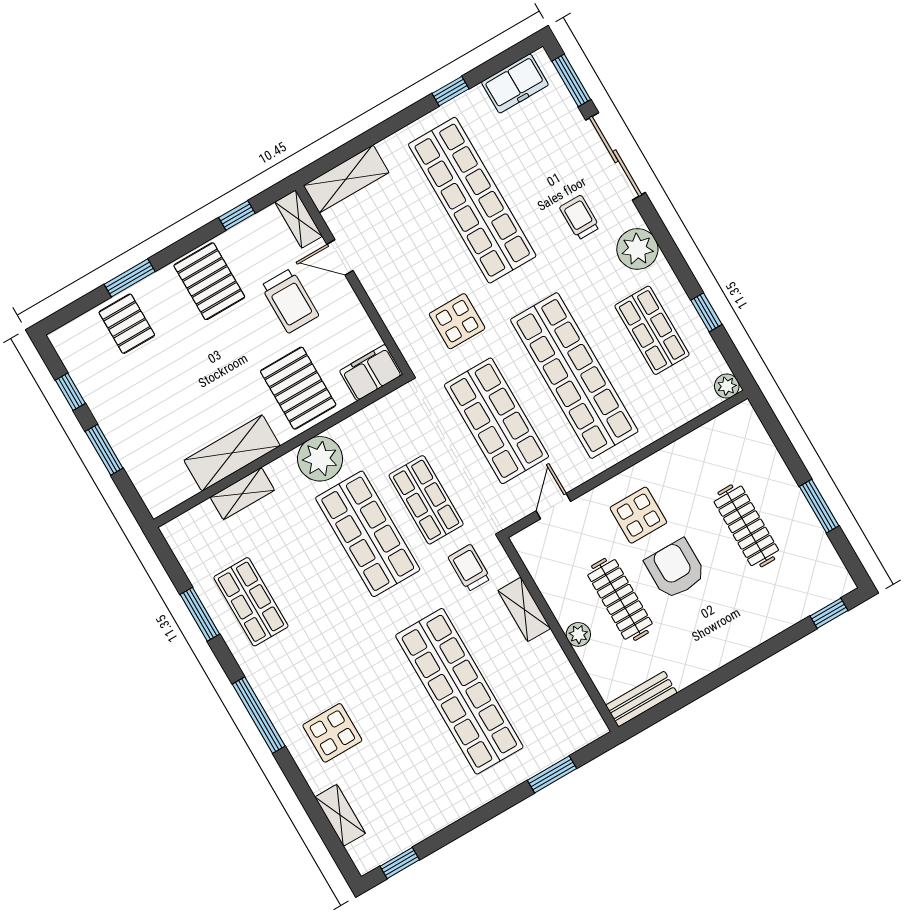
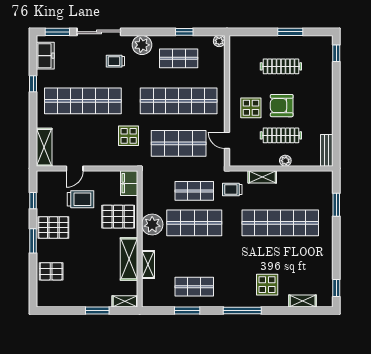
shelving: (299, 219) -> (125, 301), moved
window: (130, 278) -> (33, 241), moved
window: (70, 392) -> (66, 310), removed

